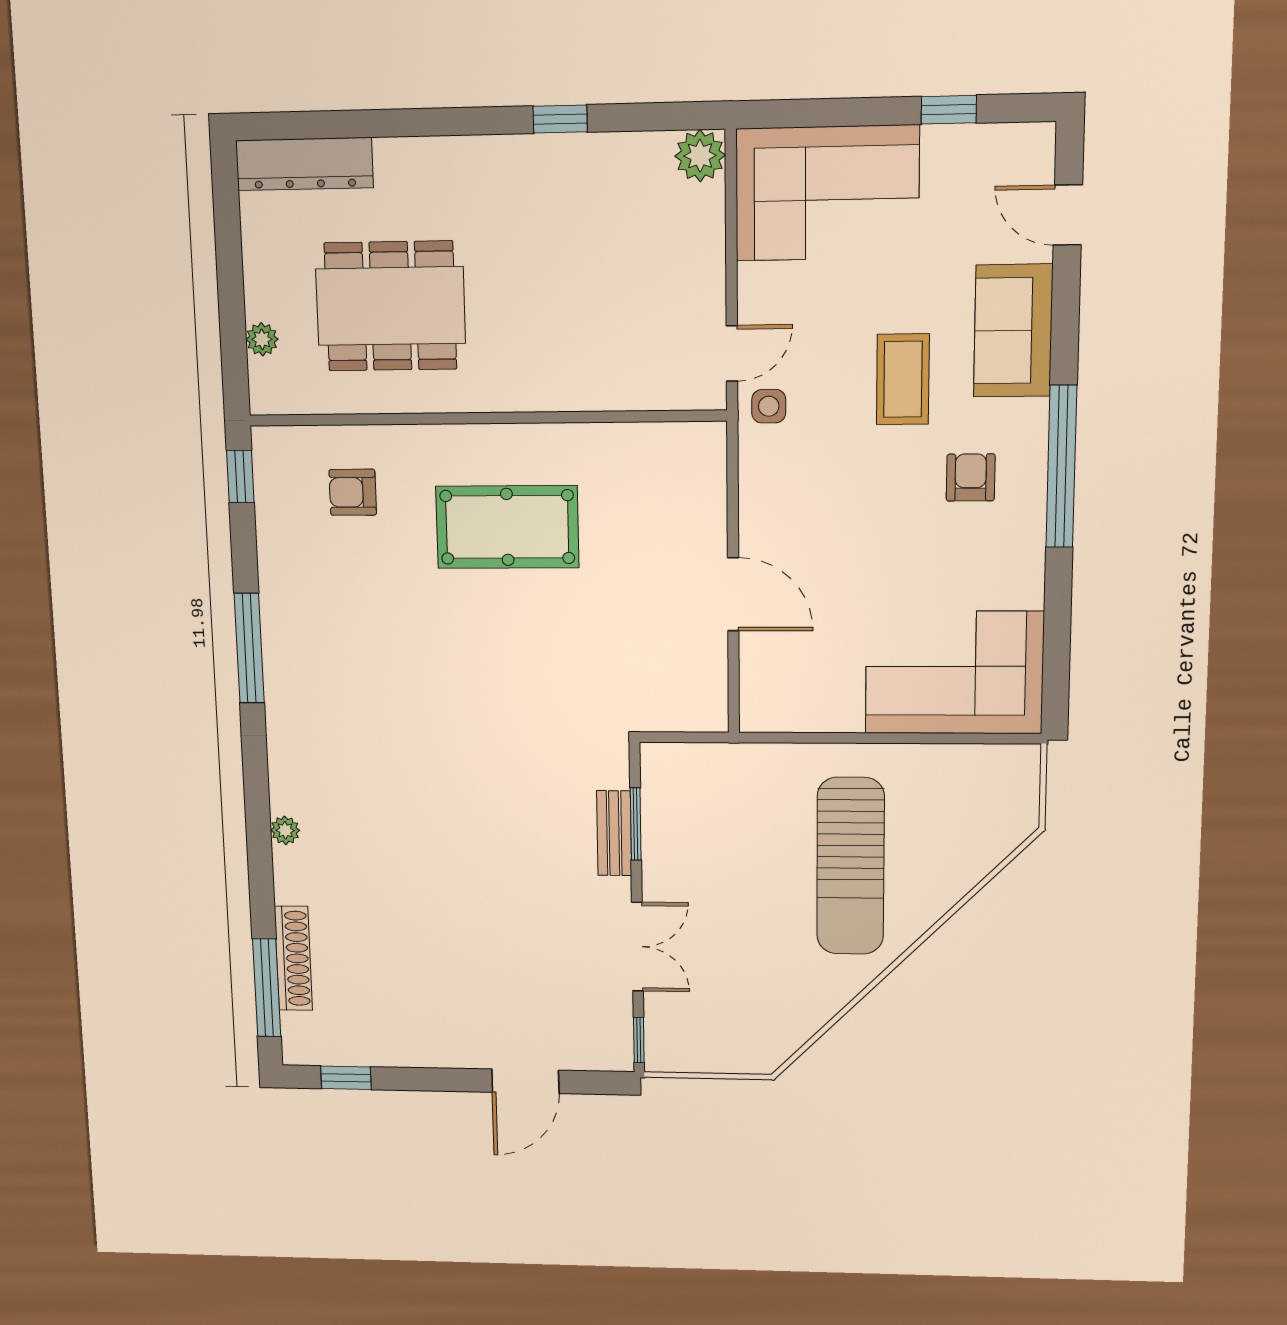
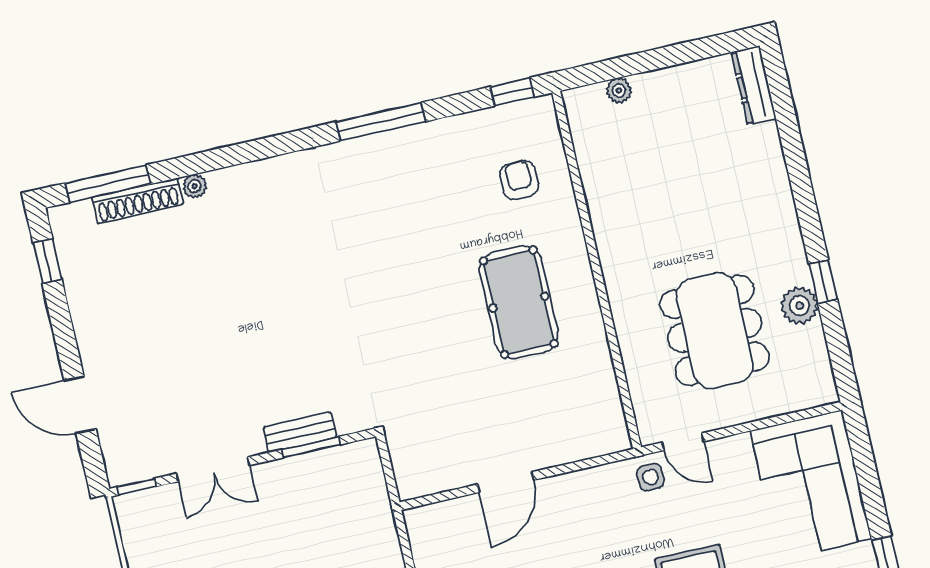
plant: (700, 156) -> (800, 306), moved
dresser: (304, 164) -> (754, 86), width x0.73, depth x0.80
dining table: (390, 306) -> (715, 330), moved
plant: (285, 830) -> (195, 186), moved

